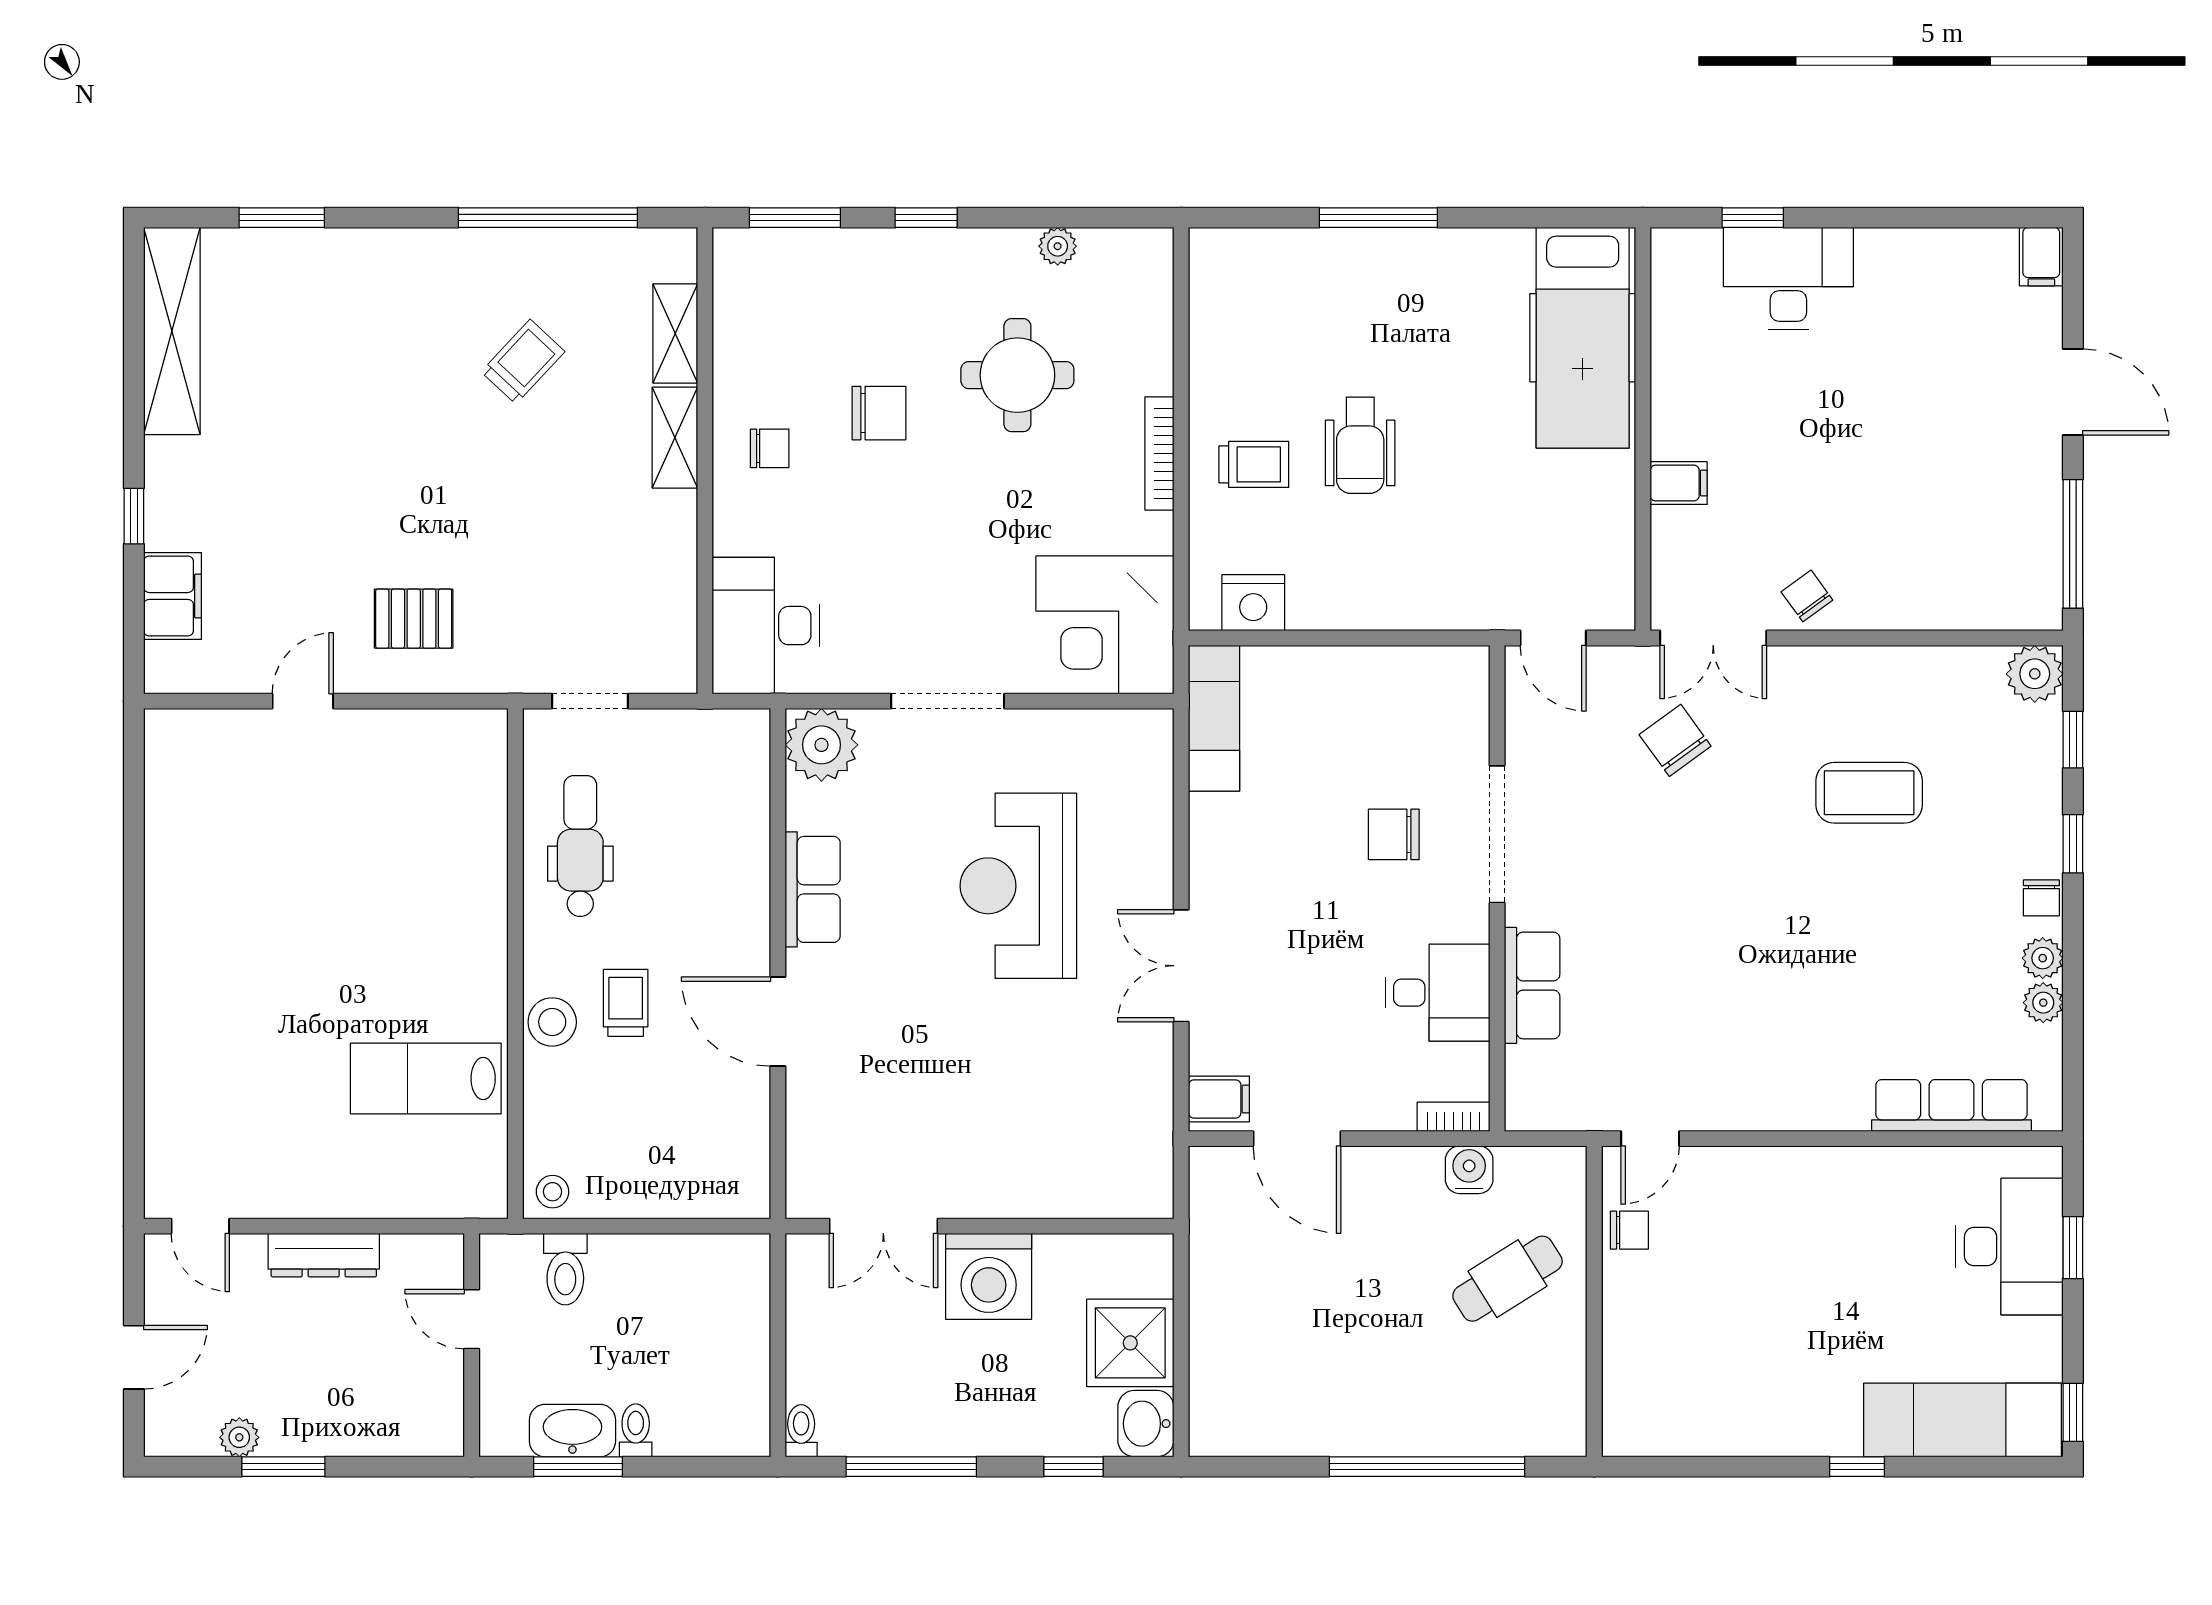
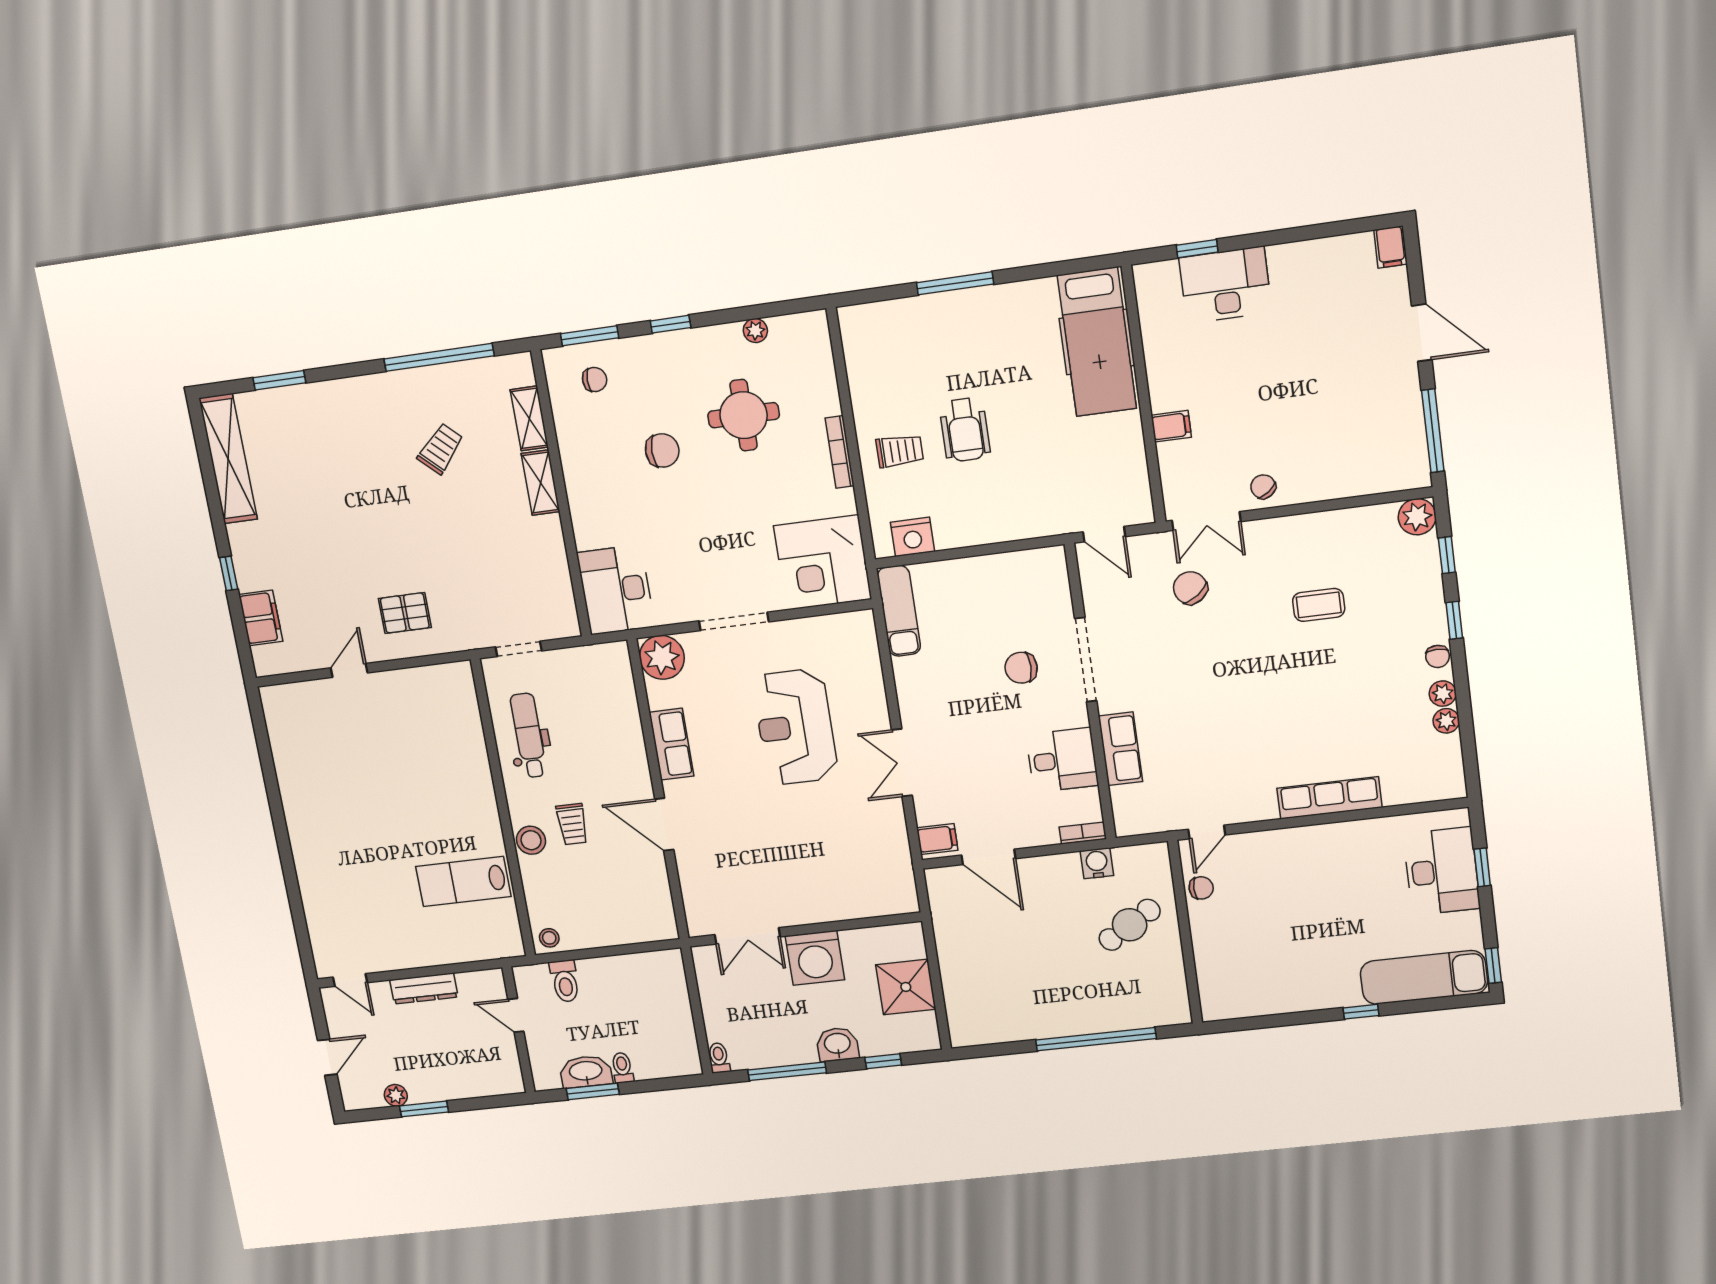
chair: (770, 448) -> (595, 380), moved
coffee table: (1869, 793) -> (1319, 605), width x0.73, depth x0.77
trolley: (626, 1003) -> (572, 824), turned 180
row of seats: (1951, 1105) -> (1329, 798), moved
washbasin: (1146, 1424) -> (837, 1044), moved, turned 90

